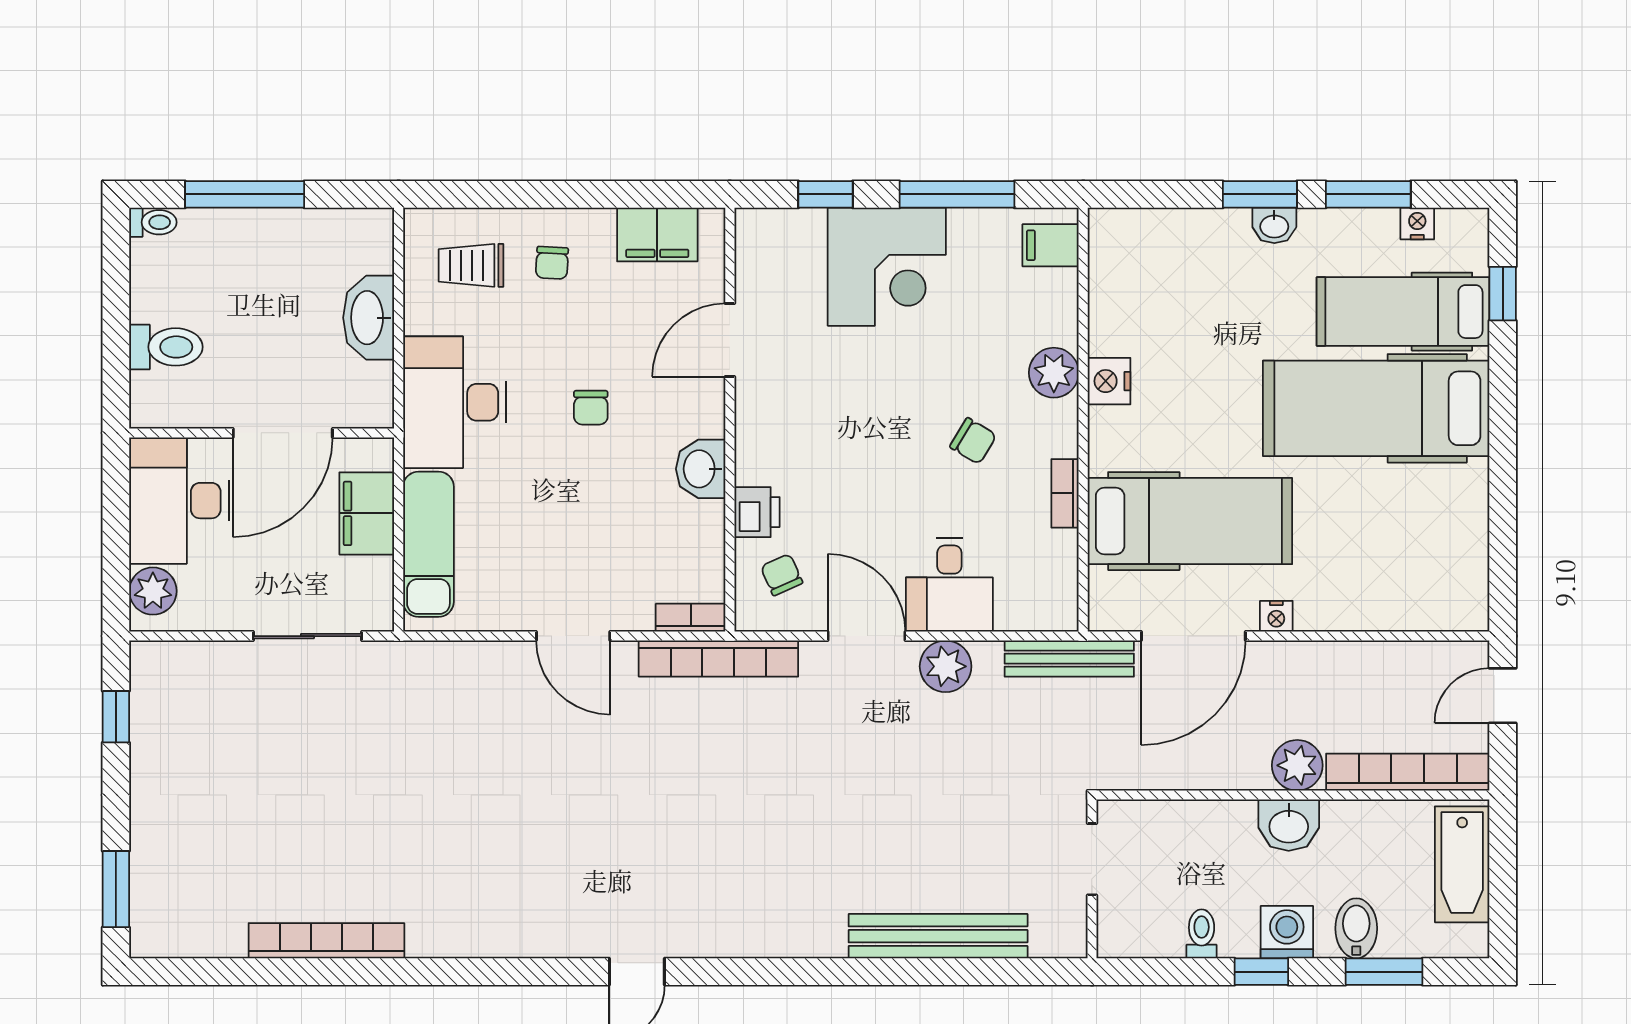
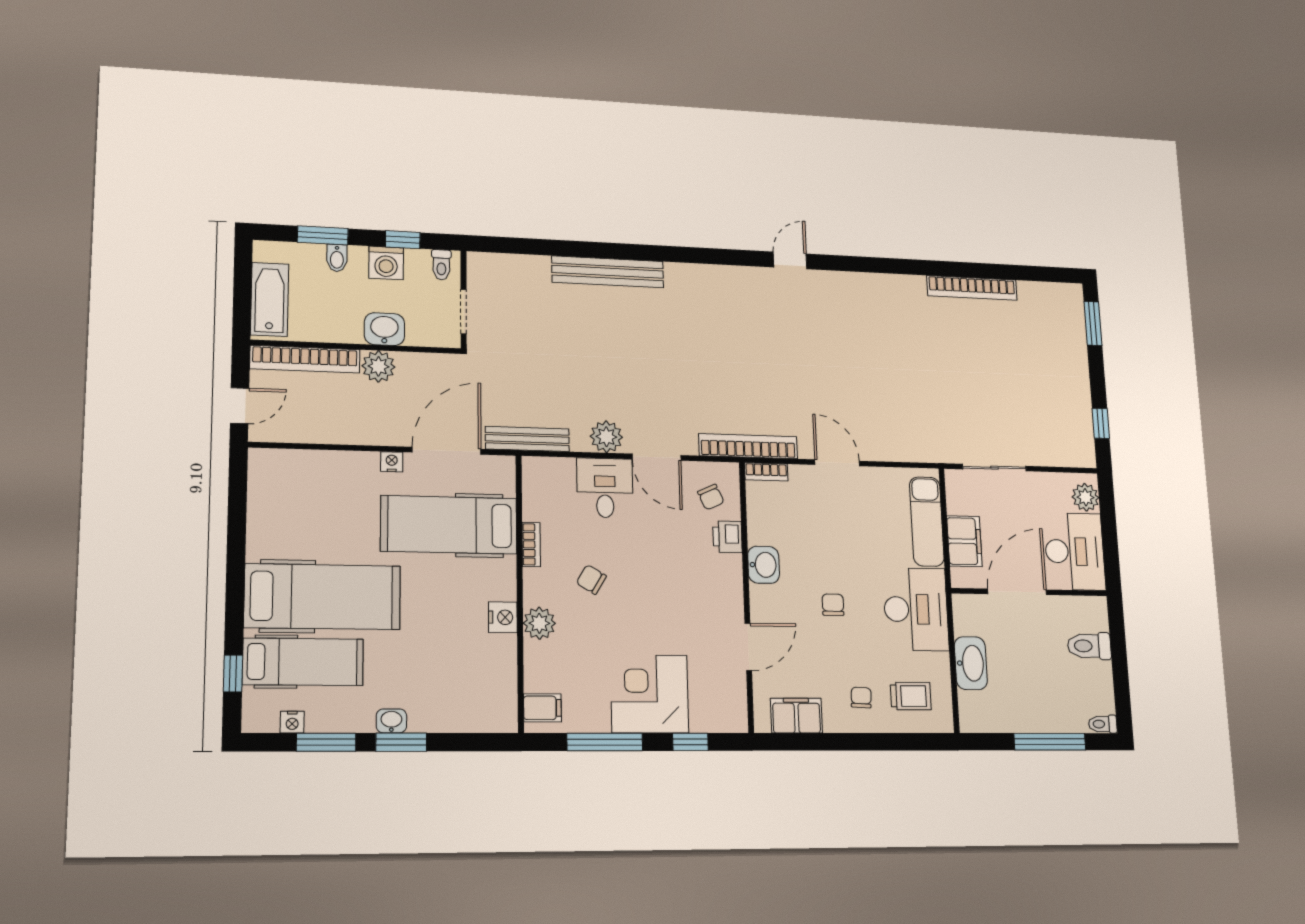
doorway: (1092, 859) -> (464, 312), moved
wall: (1092, 879) -> (464, 299), moved
bidet: (1356, 928) -> (337, 258), width x0.72, depth x0.74

